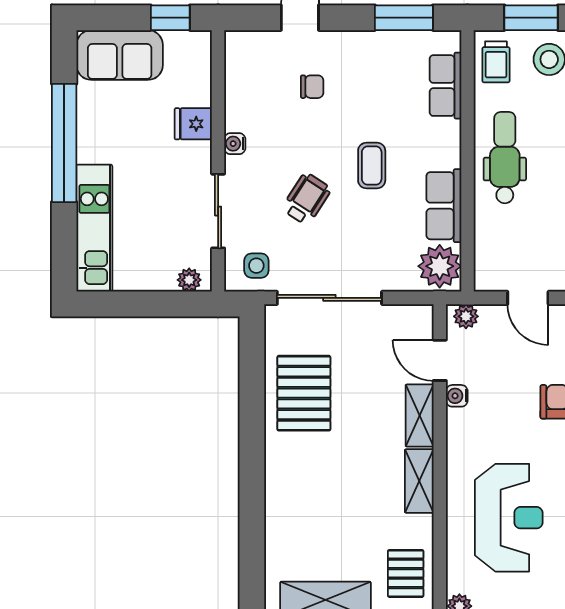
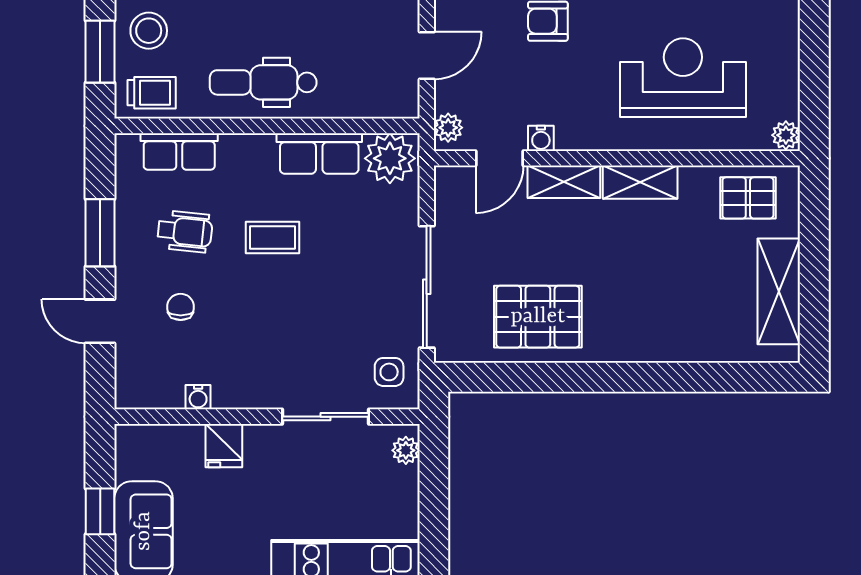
window: (170, 18) -> (100, 511), moved
window: (404, 18) -> (100, 233), moved
water cooler: (235, 144) -> (198, 397), moved
wheelchair: (306, 199) -> (185, 232), moved, turned 153

